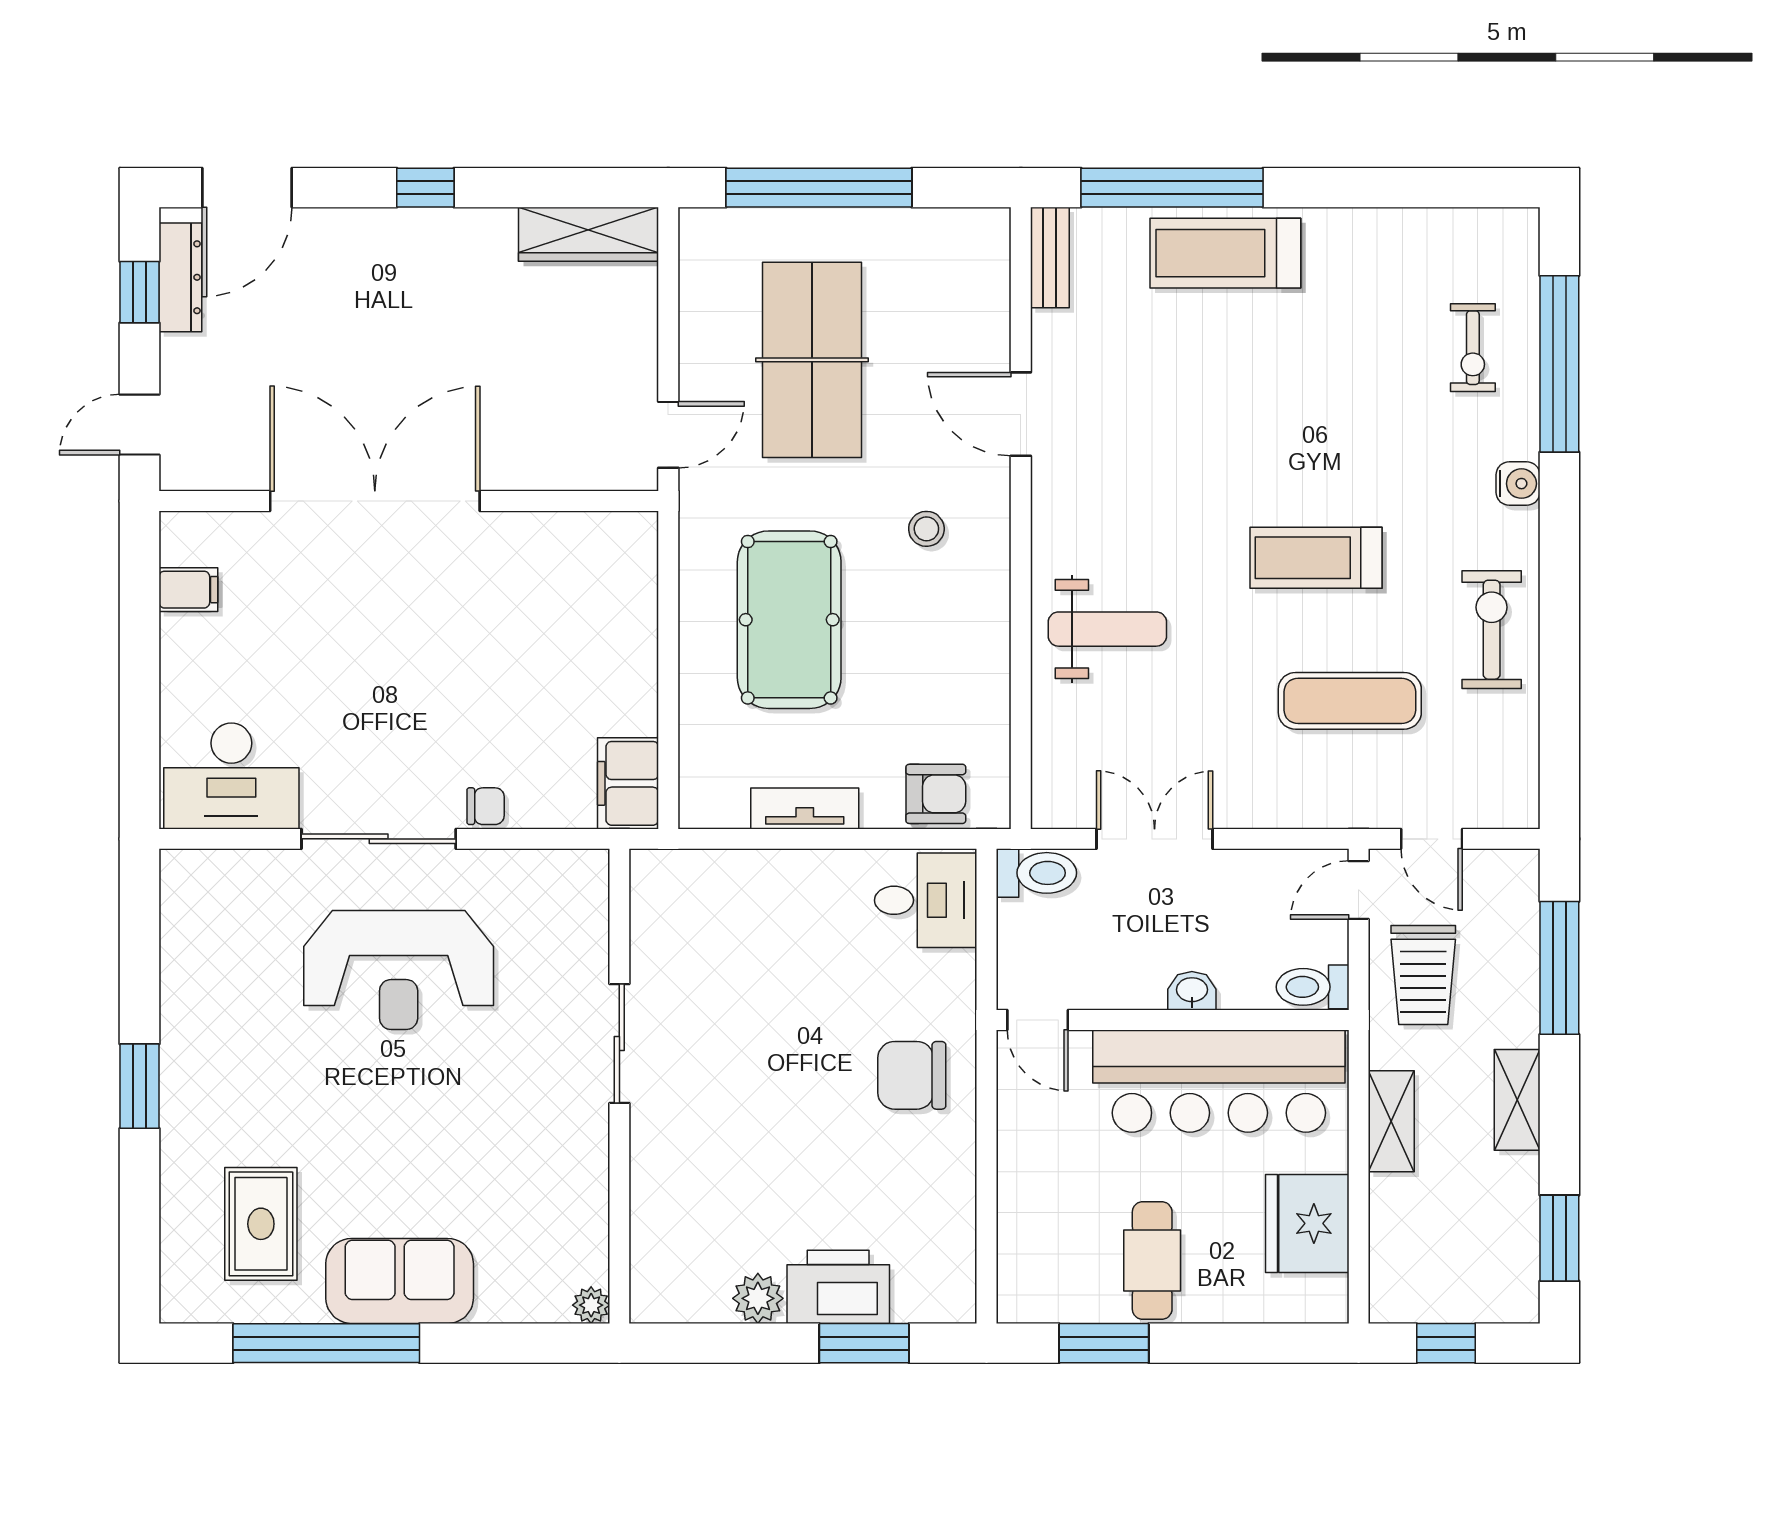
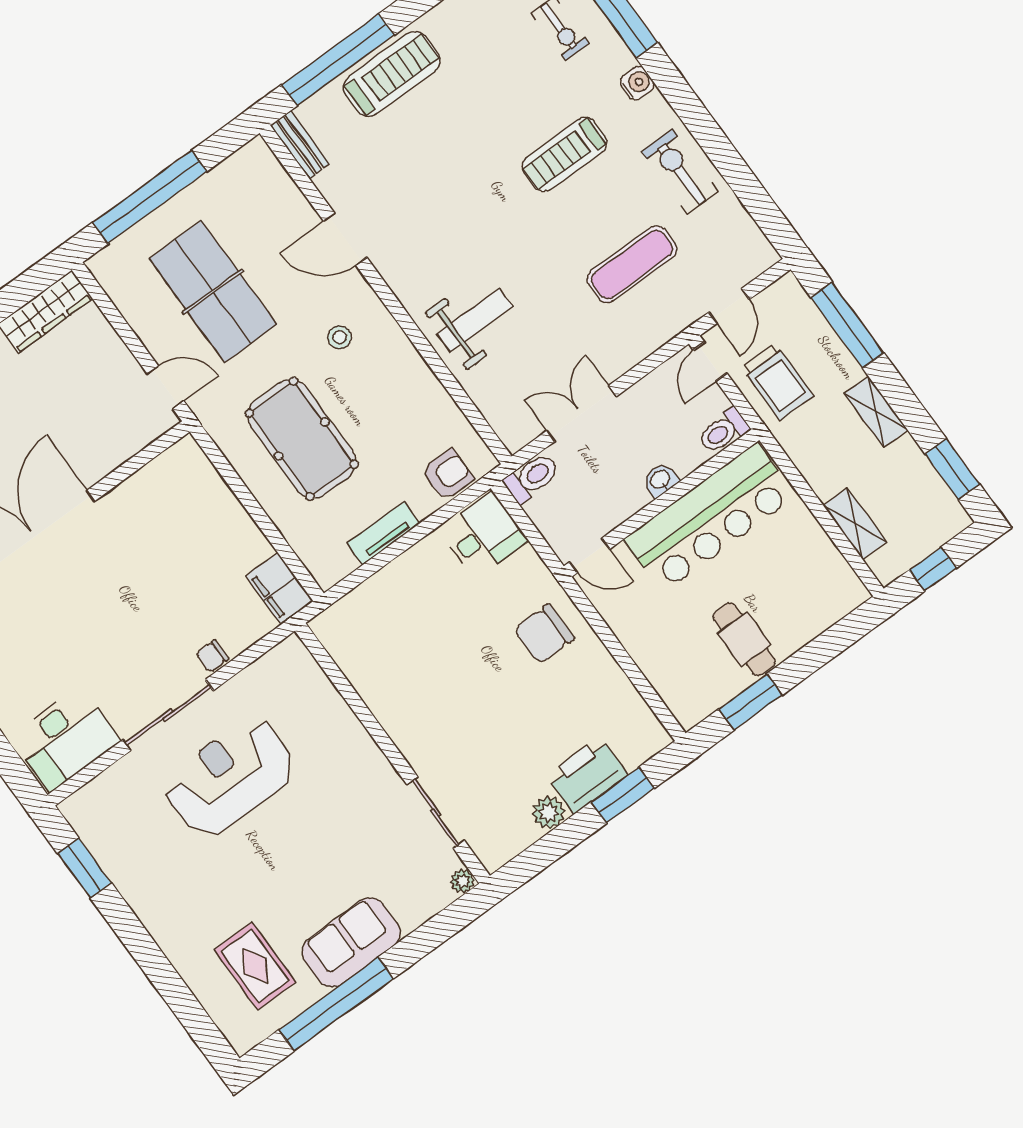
treadmill: (1225, 253) -> (392, 74), turned 180
door: (668, 435) -> (165, 387), hinge flipped
treadmill: (1316, 558) -> (564, 154), moved
chair: (486, 806) -> (212, 656), turned 180
door: (1432, 839) -> (729, 306), hinge flipped
reception desk: (399, 970) -> (230, 777), turned 180
sliding door: (619, 1044) -> (436, 813), moved
window: (139, 1086) -> (84, 868), moved
shelving: (1391, 1121) -> (855, 524), moved
fridge: (1307, 1223) -> (812, 559), removed

